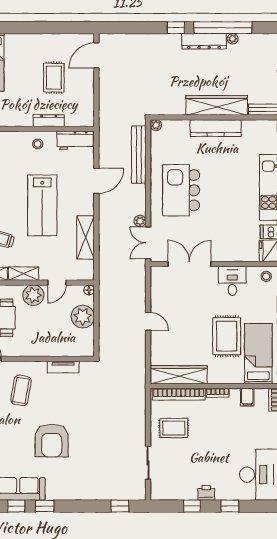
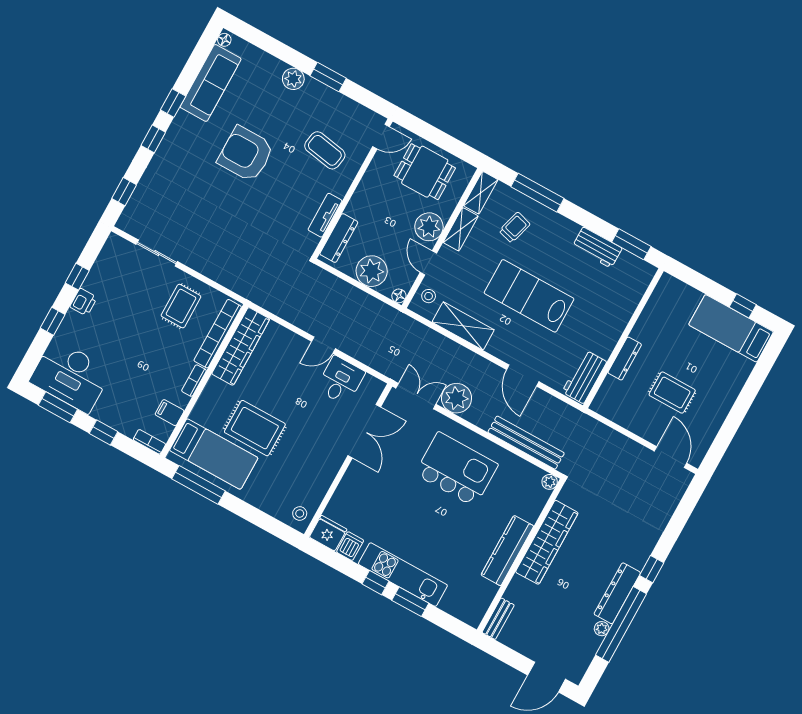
wardrobe: (217, 105) -> (547, 542), moved
stool: (38, 144) -> (429, 296), moved
plant: (140, 221) -> (457, 398), width x1.87, depth x1.87
desk: (232, 281) -> (341, 380), moved, turned -90
dresser: (73, 350) -> (339, 238), added
window: (16, 506) -> (153, 139), moved

